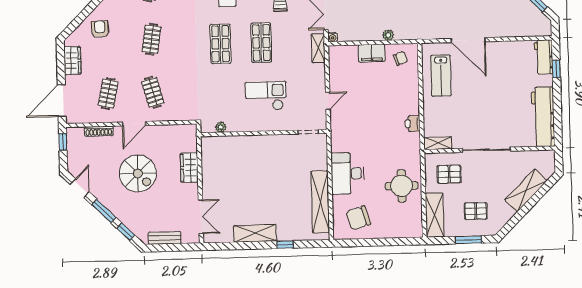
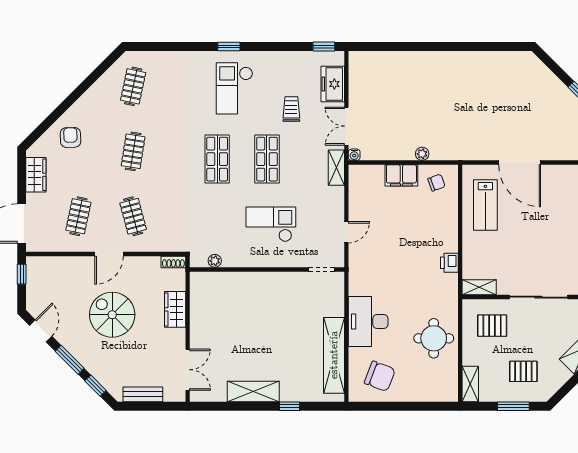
shoe rack: (99, 131) -> (173, 262), moved, width x0.70
spiral stairs: (138, 173) -> (112, 315), turned 180
shelving: (435, 215) -> (470, 384), width x0.67, depth x0.75
chair: (358, 218) -> (380, 376), turned -142

